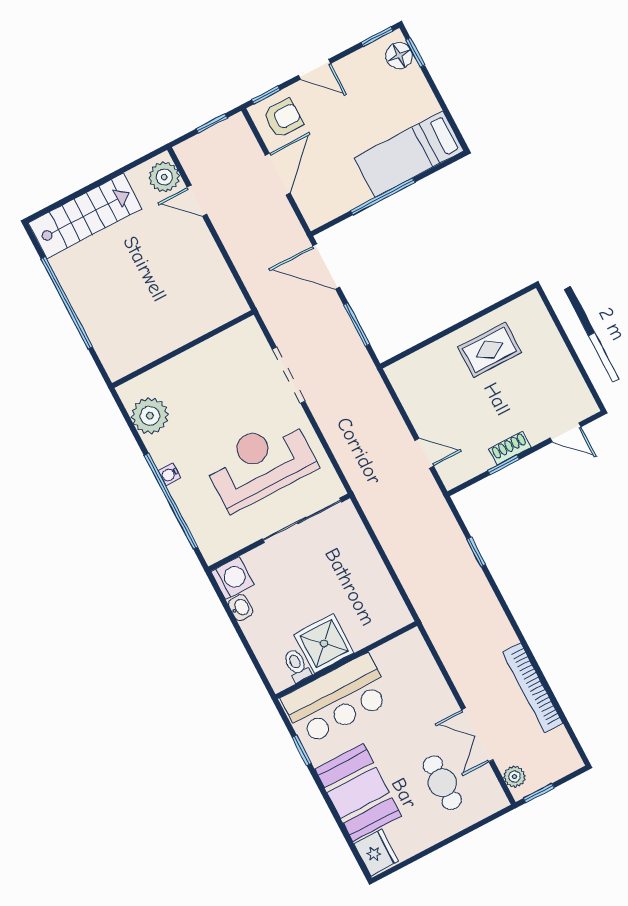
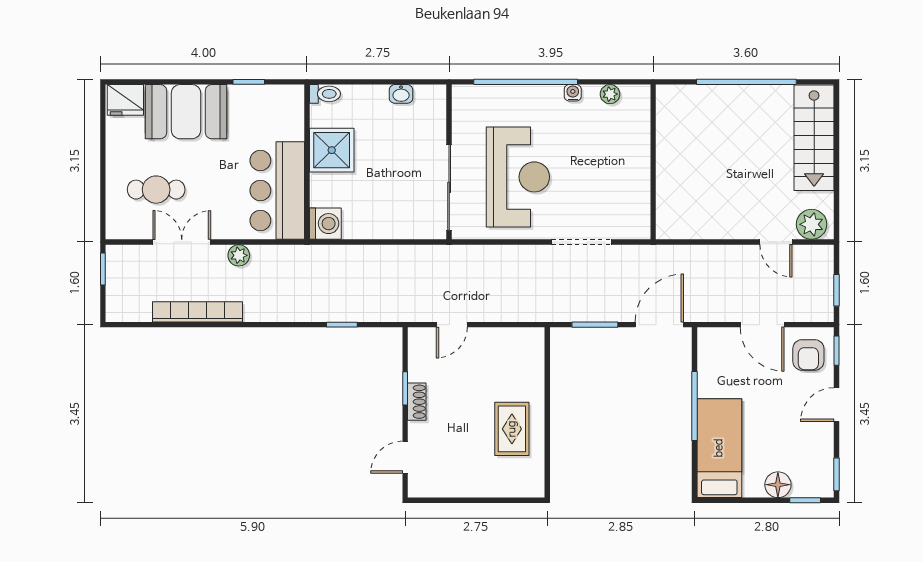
floor lamp: (399, 56) -> (778, 485), moved
door: (197, 201) -> (776, 242), swing flipped
plant: (150, 416) -> (610, 94), width x0.53, depth x0.53
water cooler: (169, 474) -> (573, 93), moved
washing machine: (232, 578) -> (325, 224), moved, turned -90
toilet: (297, 665) -> (325, 94), moved
bar counter: (337, 699) -> (277, 190), moved
plant: (514, 777) -> (239, 255), moved

